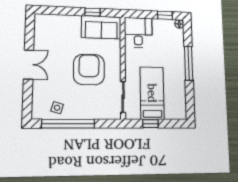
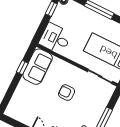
armchair: (89, 70) -> (67, 93), width x0.53, depth x0.53

